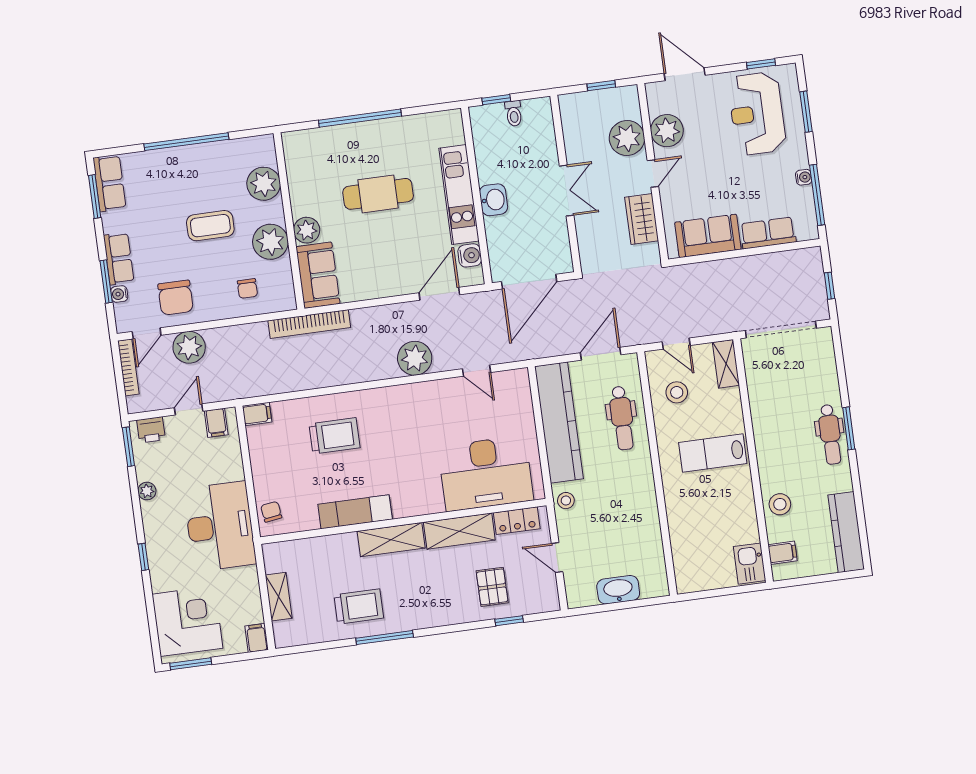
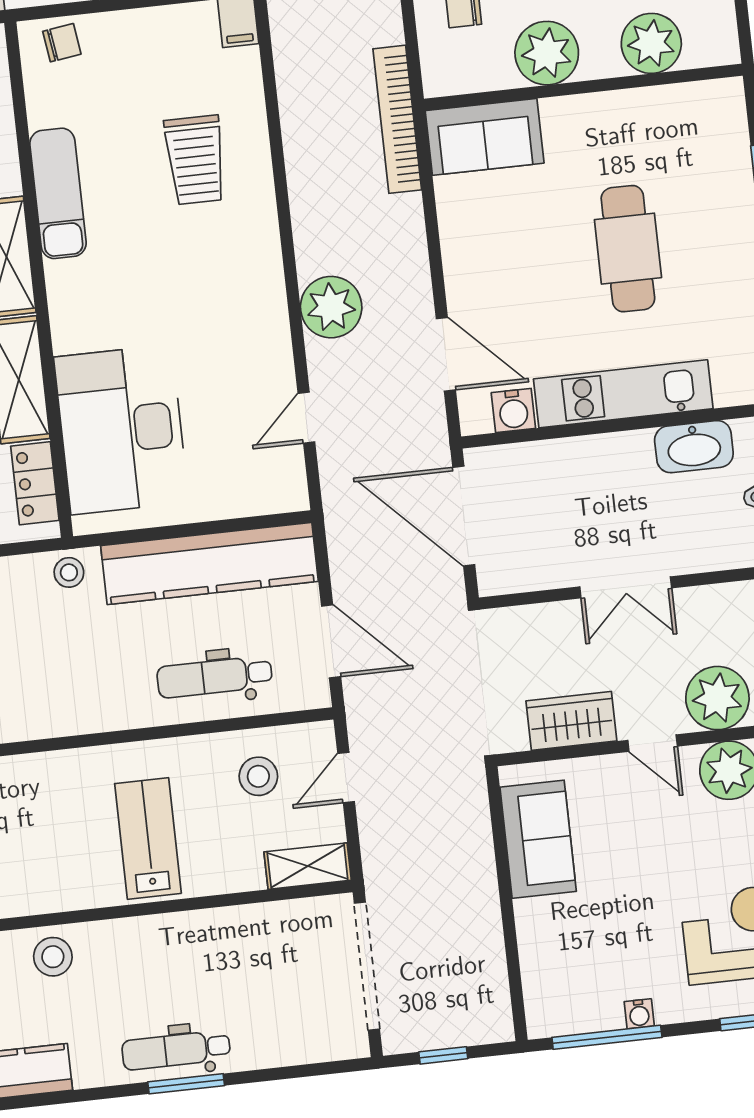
washbasin: (494, 200) -> (694, 447), moved, width x1.38
plant: (307, 230) -> (566, 119), removed
row of seats: (768, 233) -> (541, 947), removed

